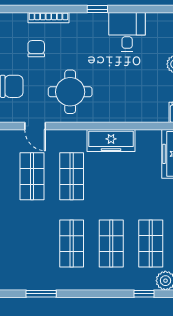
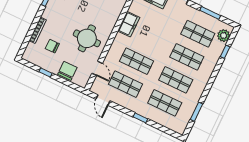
door: (35, 126) -> (97, 68), hinge flipped
freezer: (111, 141) -> (129, 24), width x0.71
shop shelf: (32, 243) -> (165, 103), added

